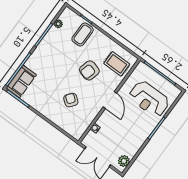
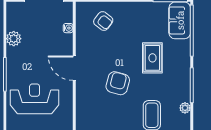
rug: (117, 64) -> (152, 58), moved, turned 90
armchair: (71, 100) -> (103, 21), moved
plant: (124, 161) -> (14, 39), moved

